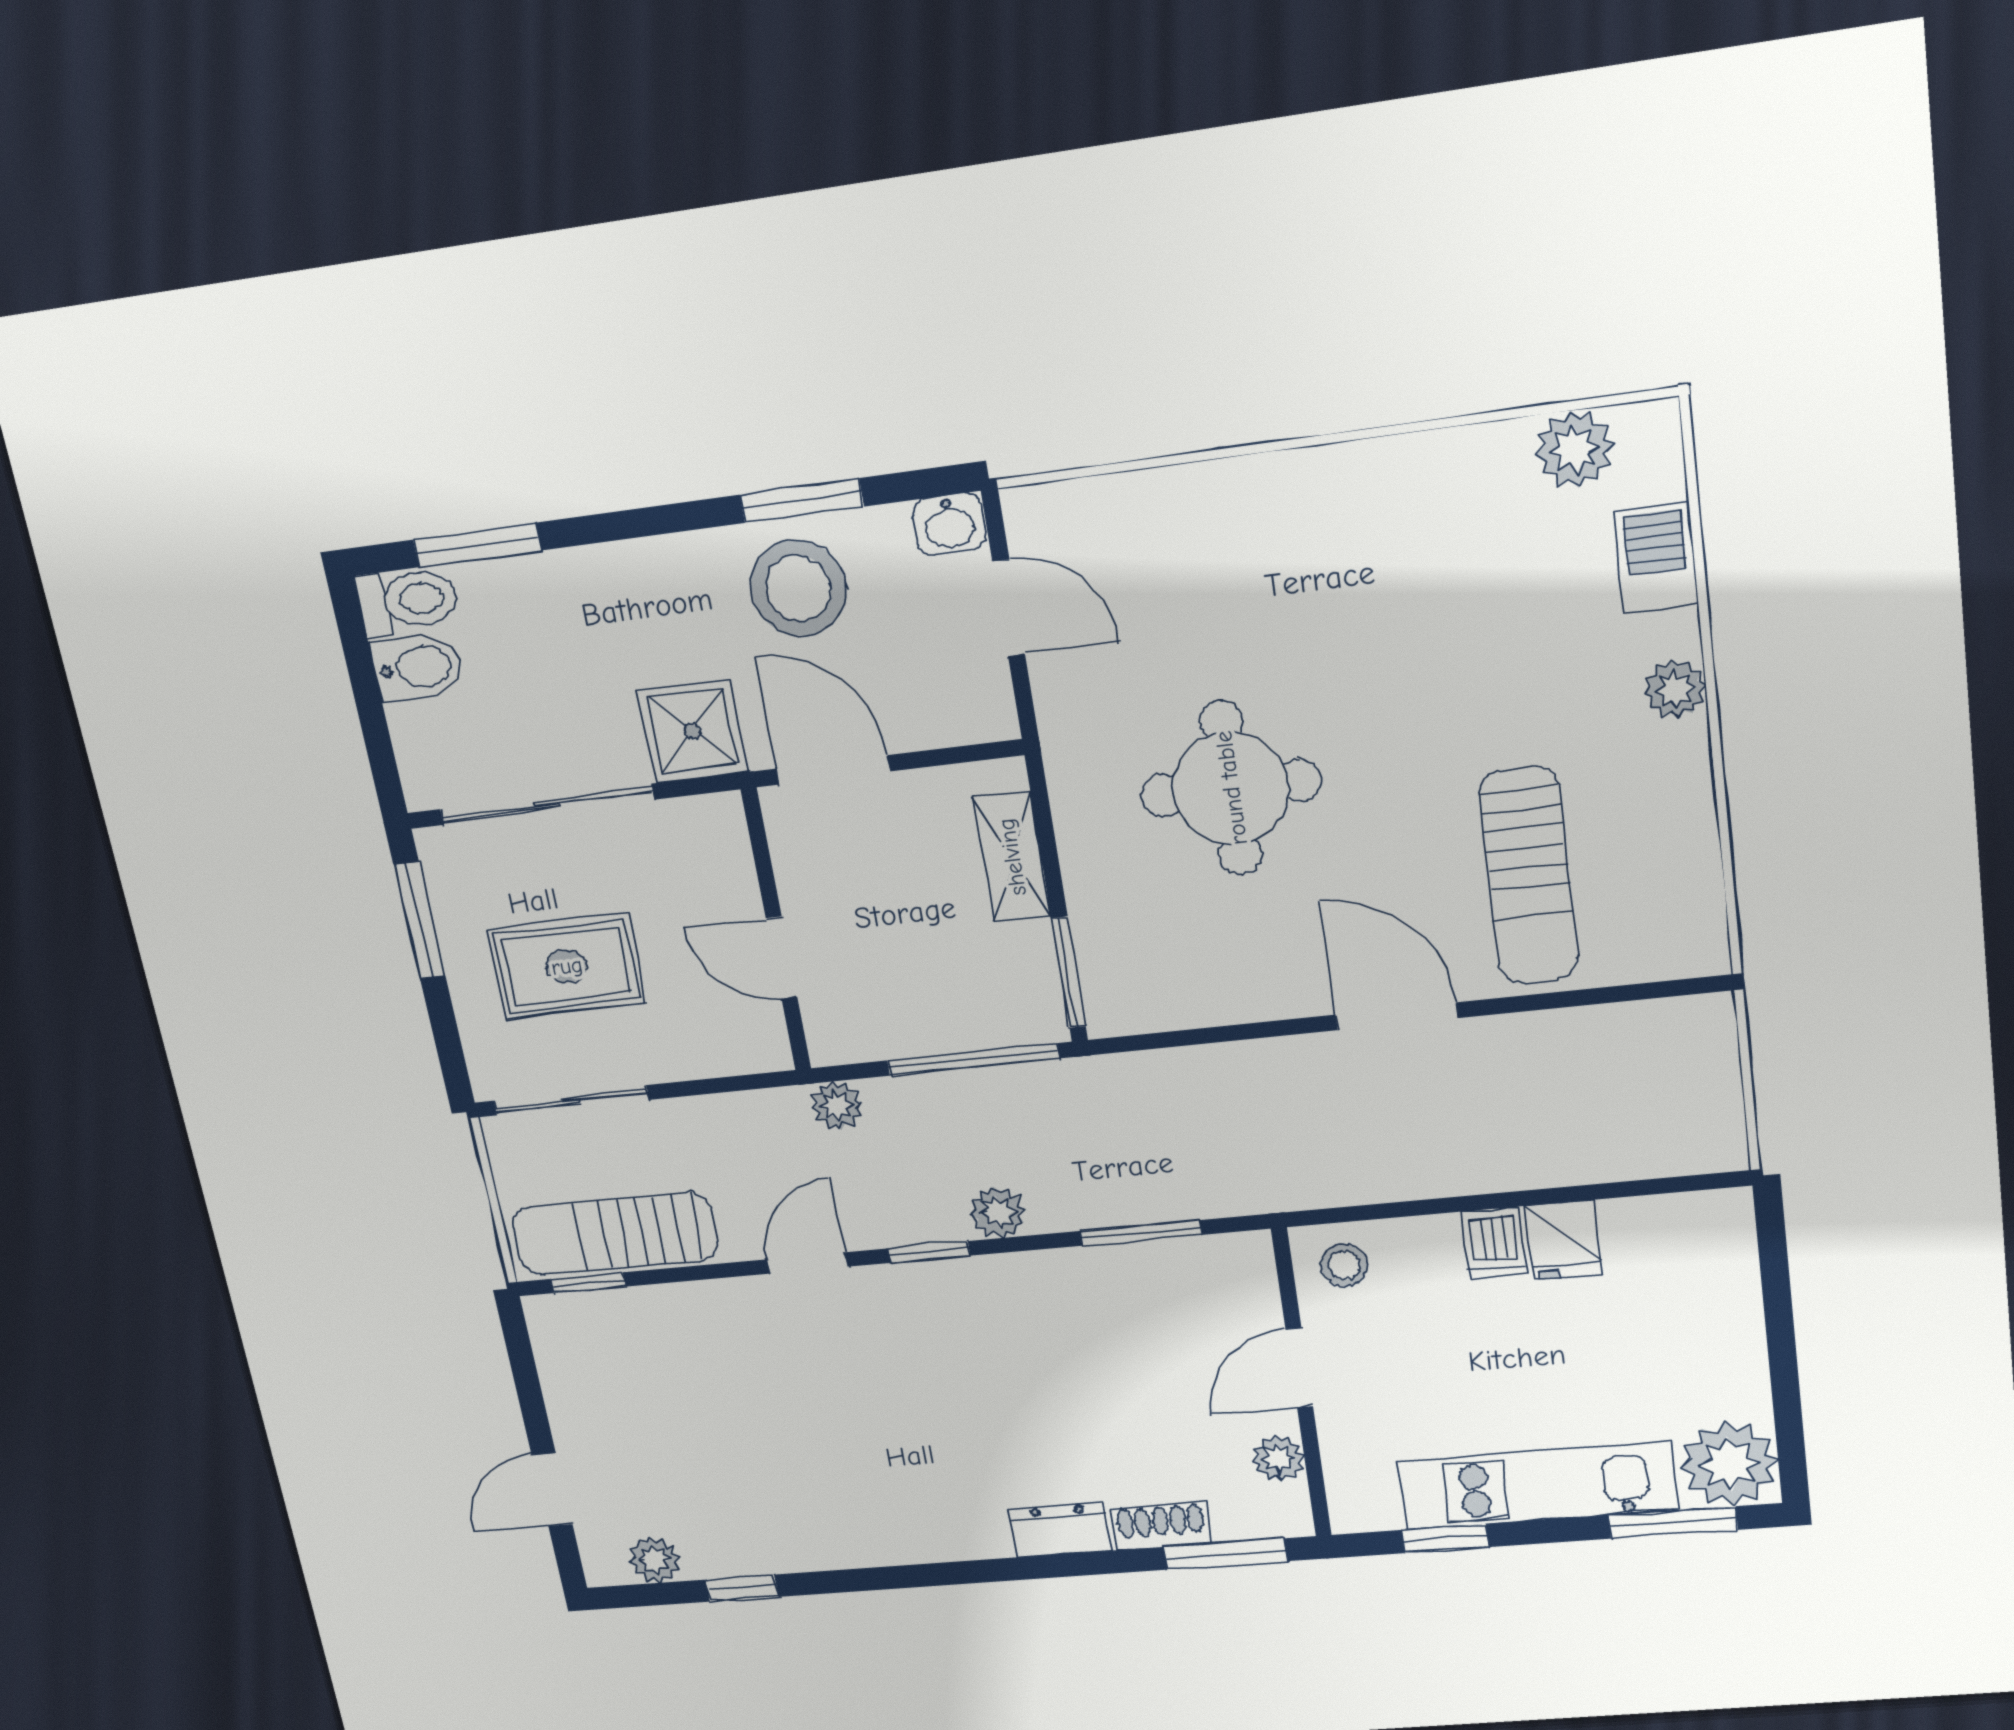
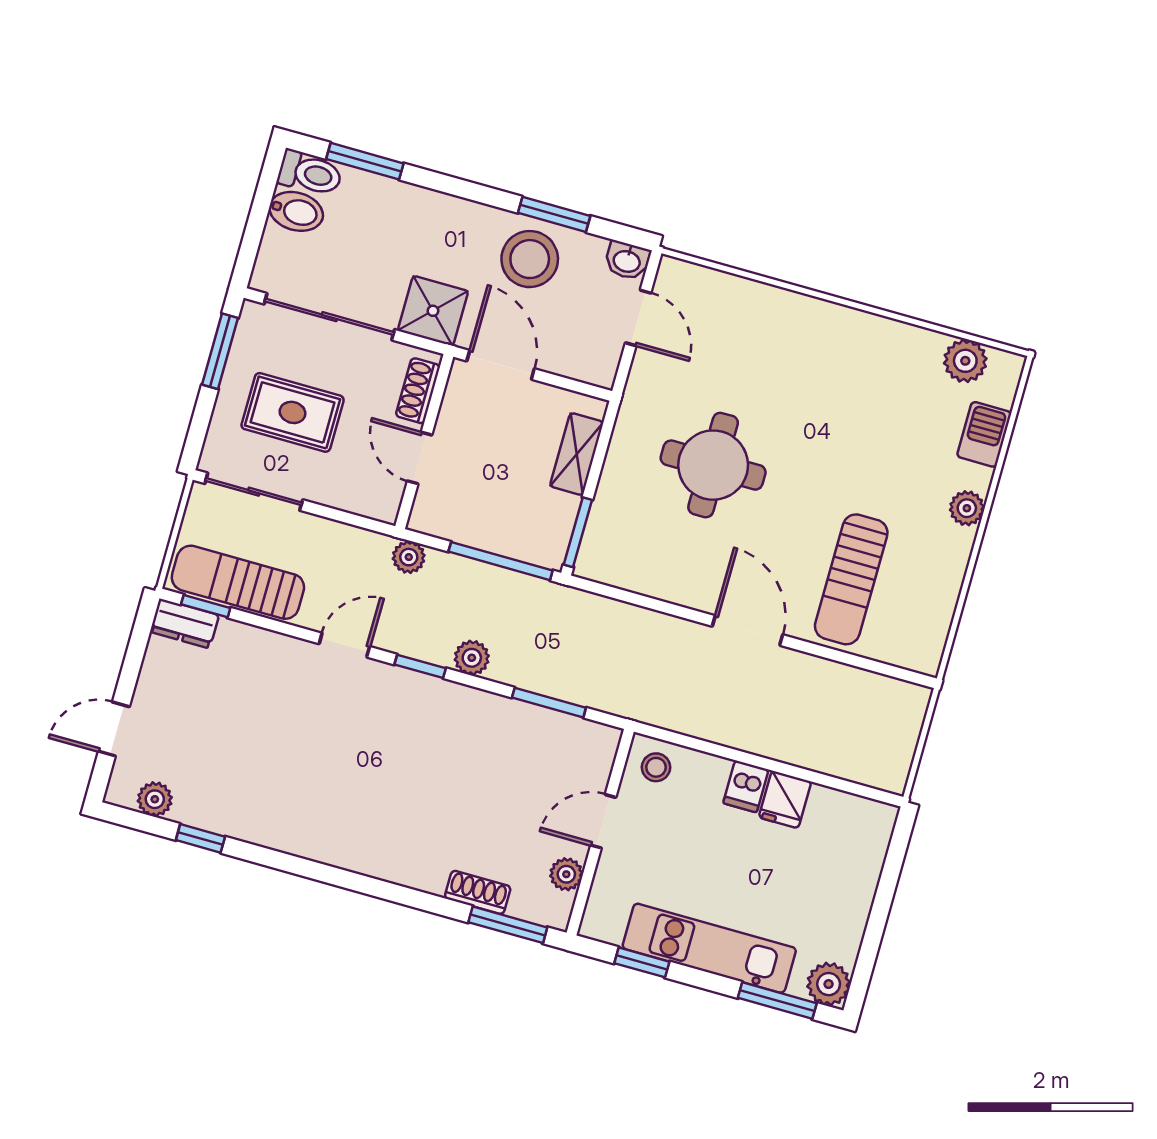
shoe rack: (730, 860) -> (418, 391), added
plant: (1729, 1464) -> (829, 984), width x0.73, depth x0.73
dresser: (1060, 1530) -> (184, 623), moved, turned 180

